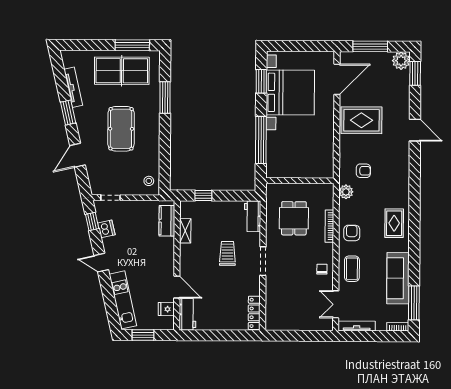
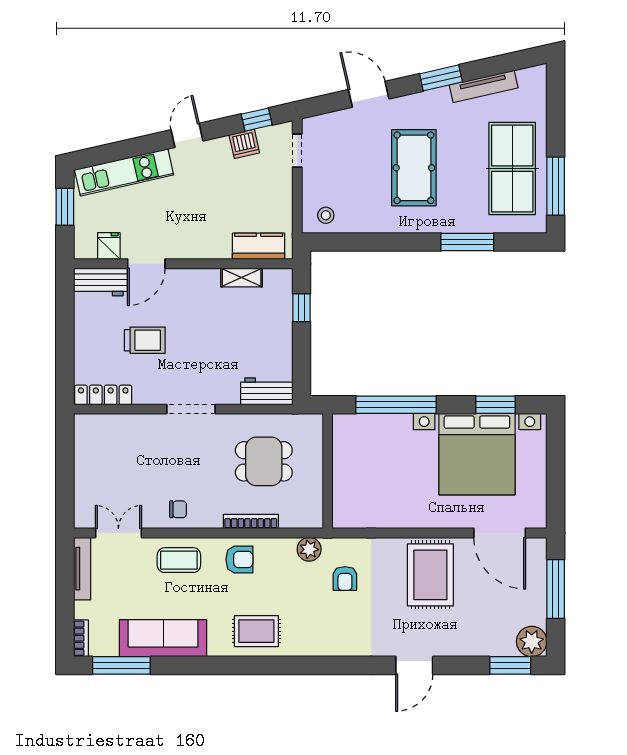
pool table: (121, 129) -> (414, 168), turned 90
trolley: (227, 253) -> (145, 340), moved

